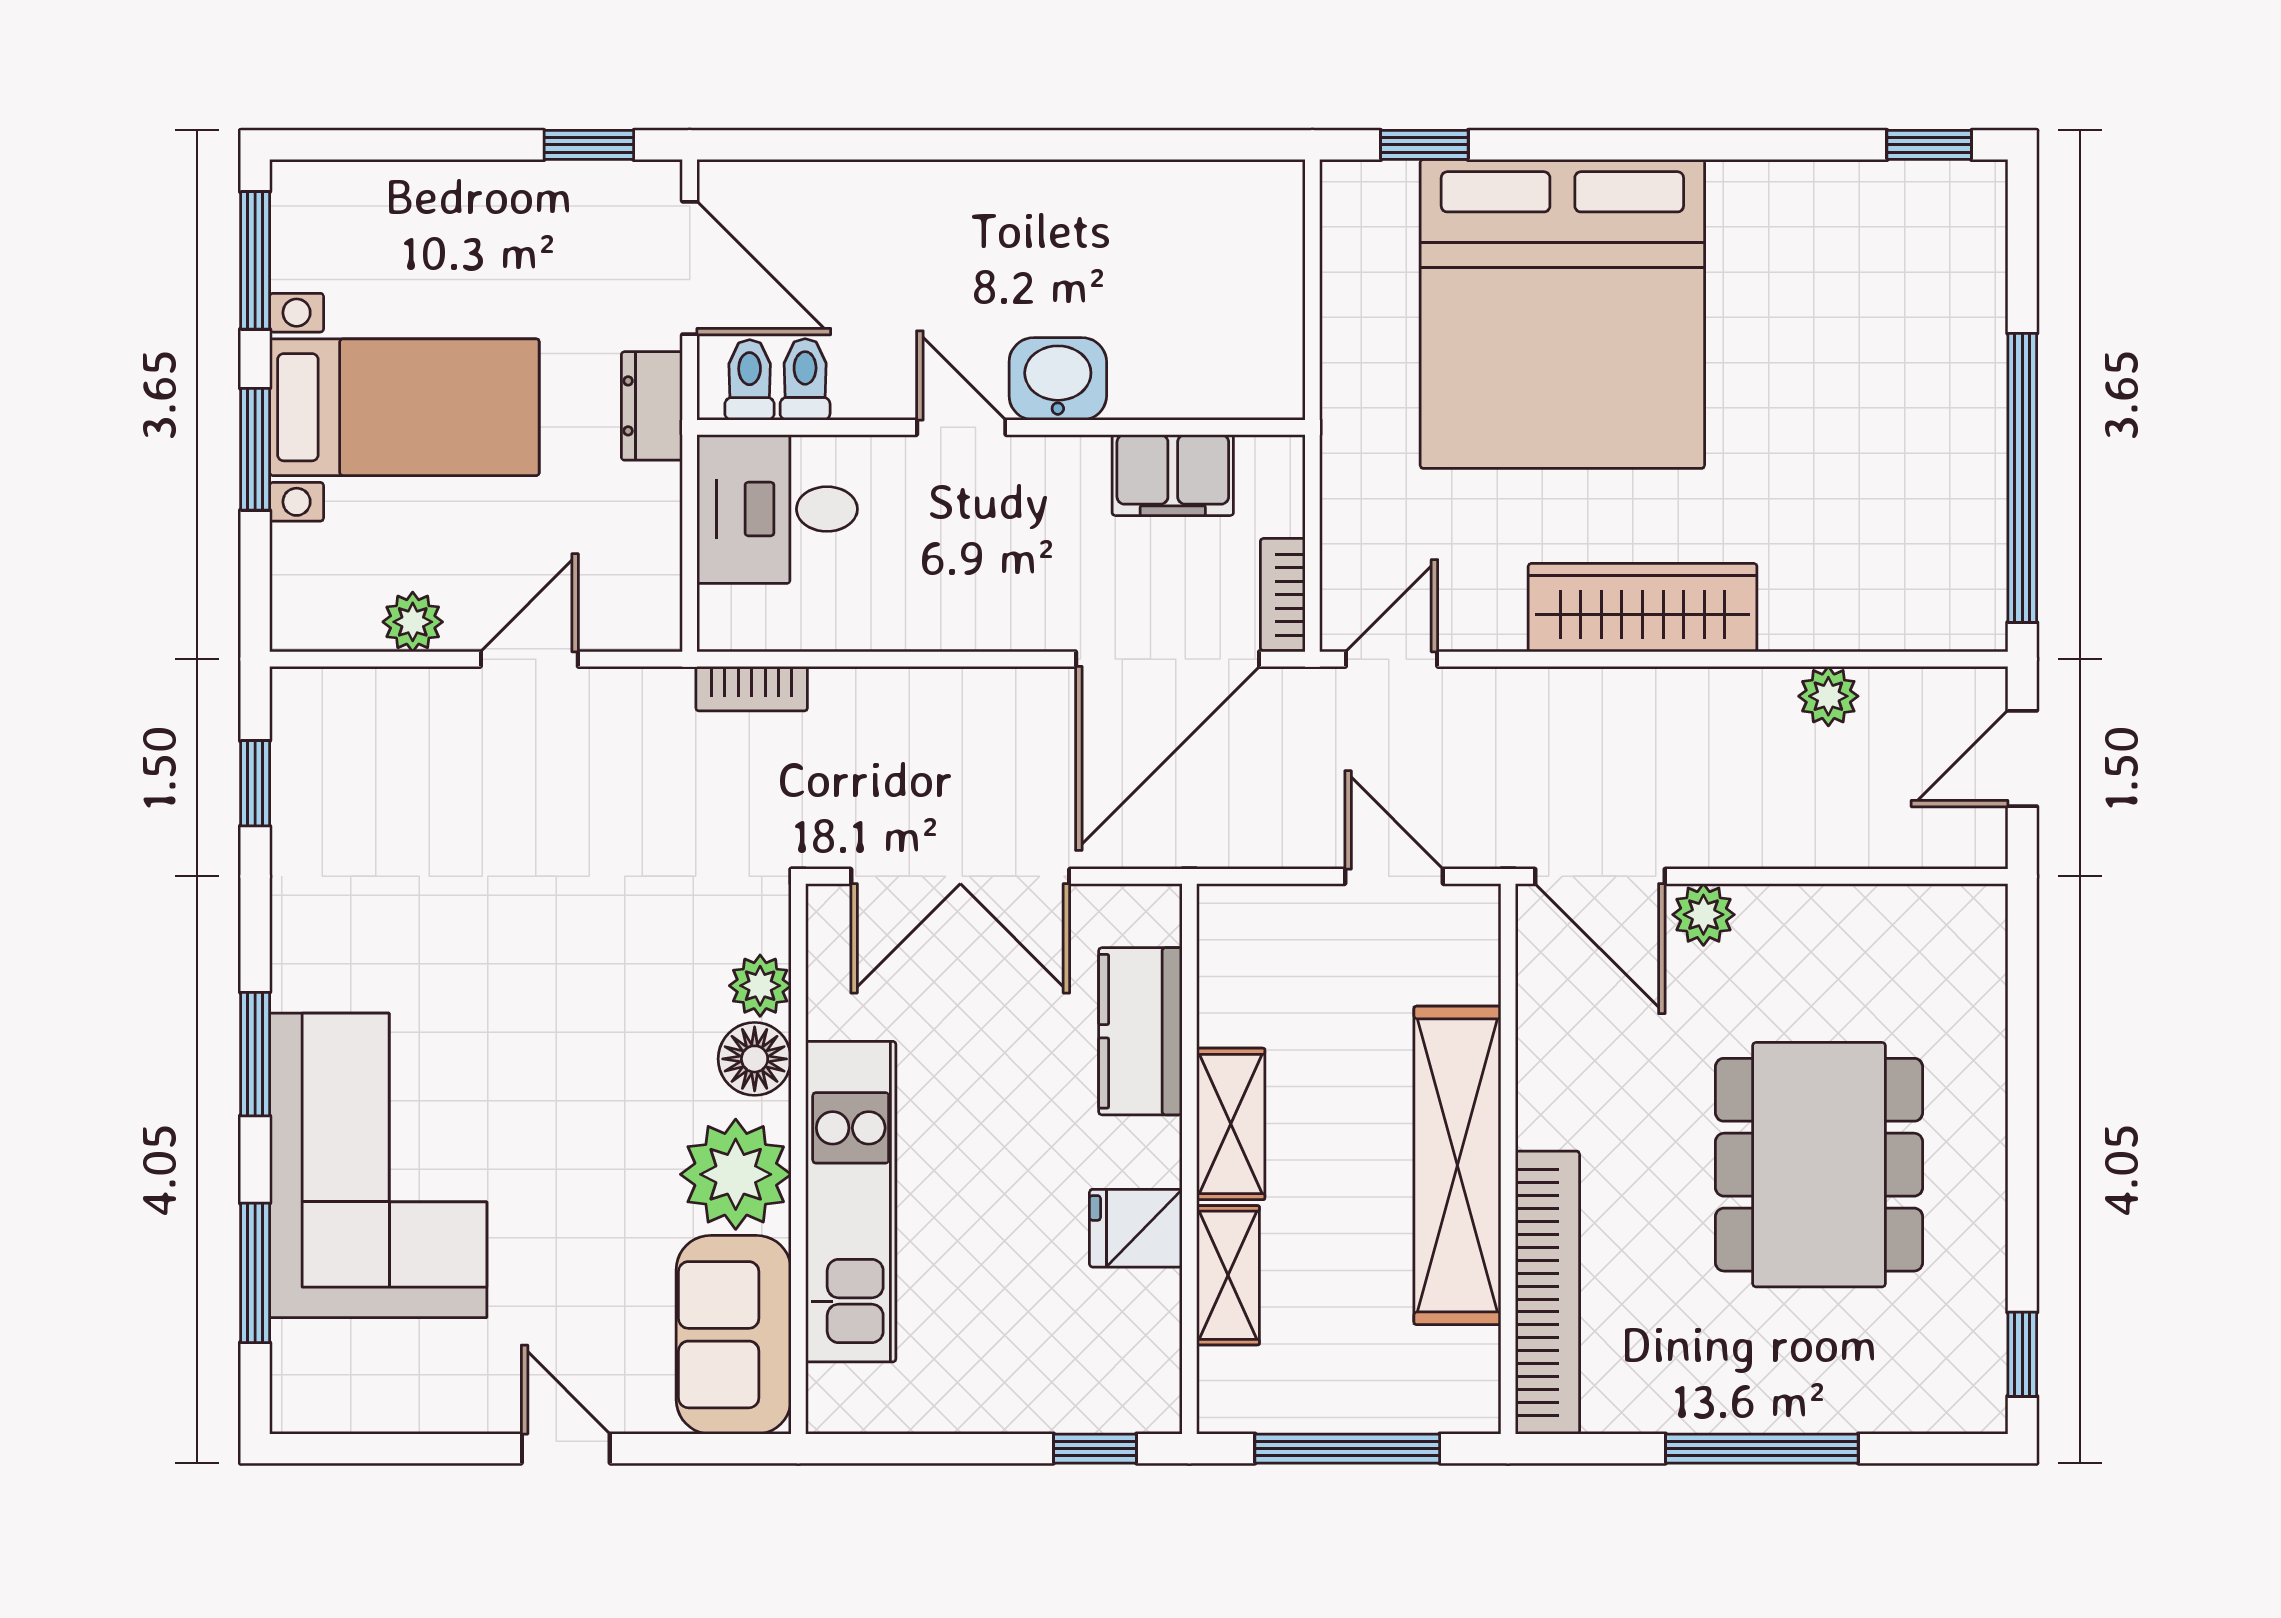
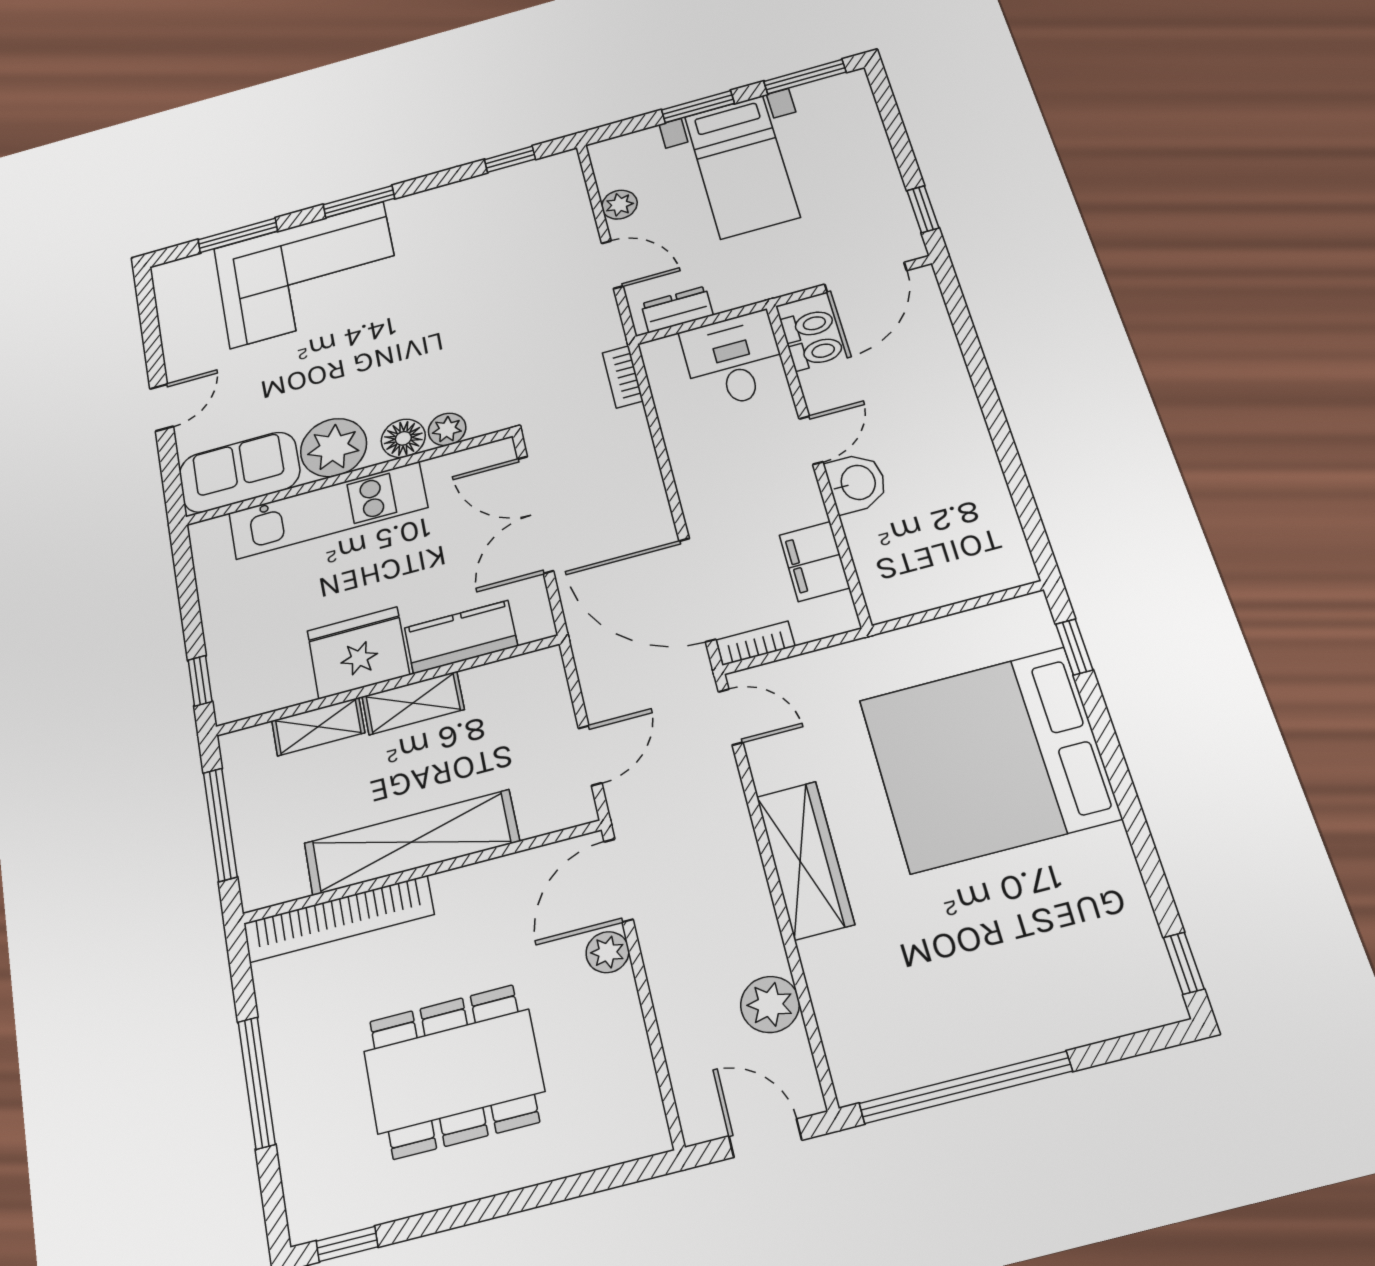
dresser: (652, 406) -> (677, 309), moved
plant: (1828, 696) -> (770, 1004), width x1.38, depth x1.38
fridge: (1136, 1228) -> (358, 653), width x1.88, depth x1.34

